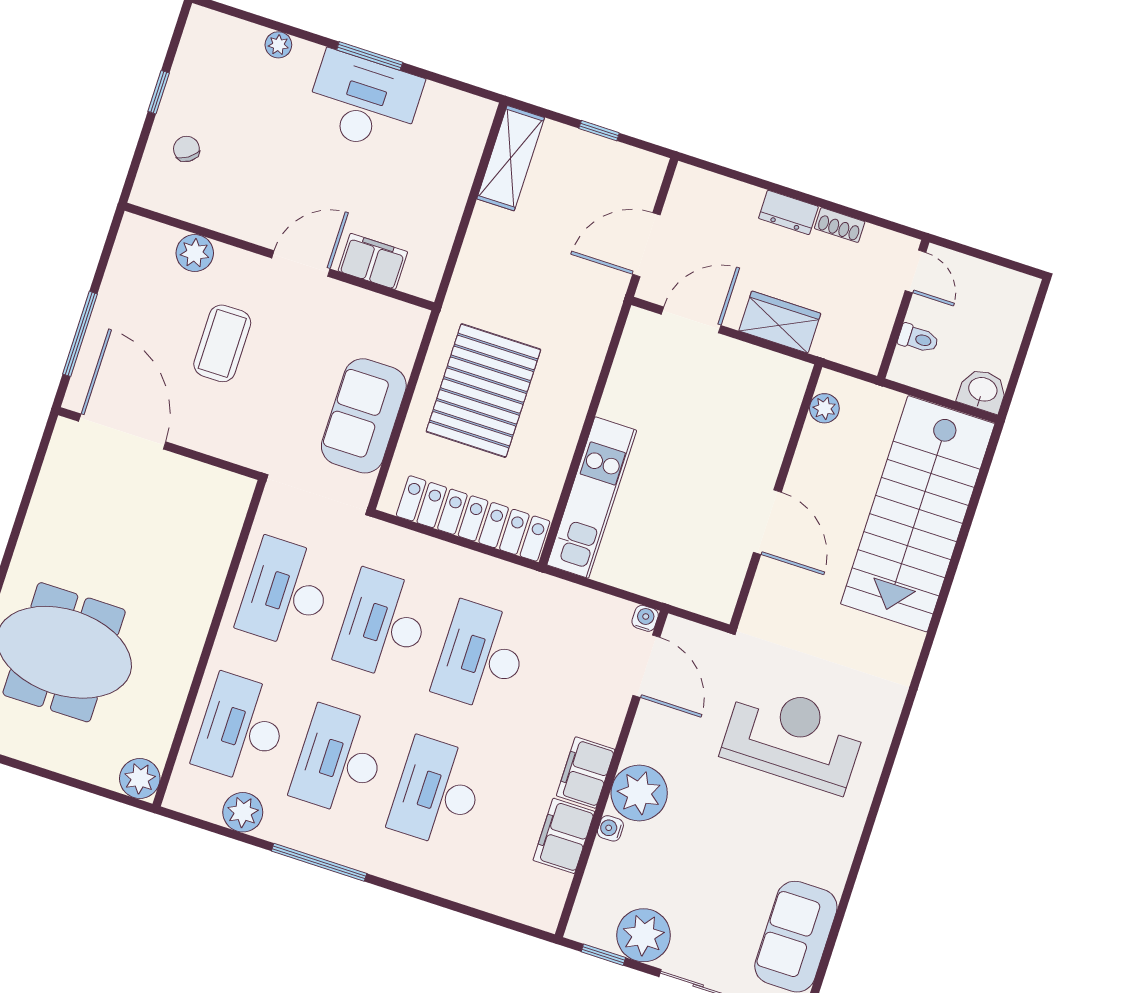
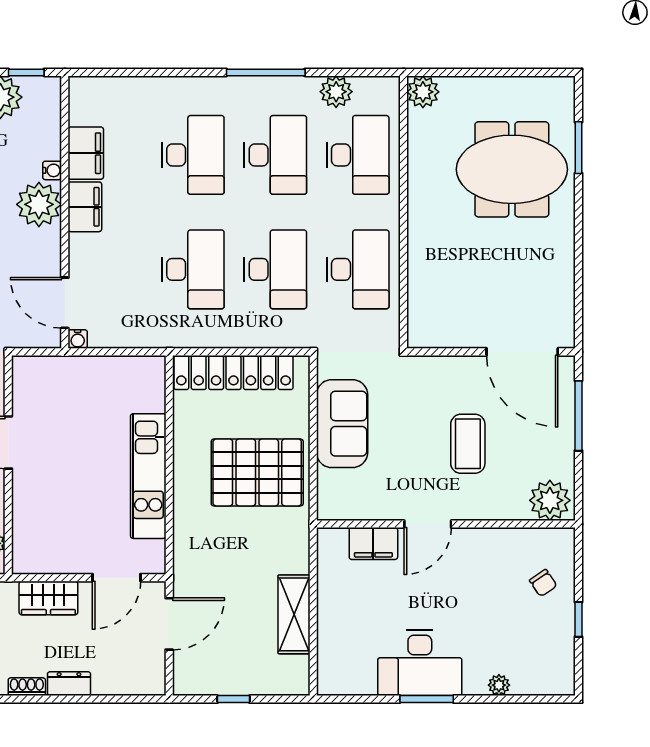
shelving: (511, 158) -> (294, 614), moved
plant: (195, 253) -> (550, 500), moved, width x1.36, depth x1.36
pallet: (483, 391) -> (257, 472), turned 90
kitchen unit: (592, 498) -> (148, 476), moved

